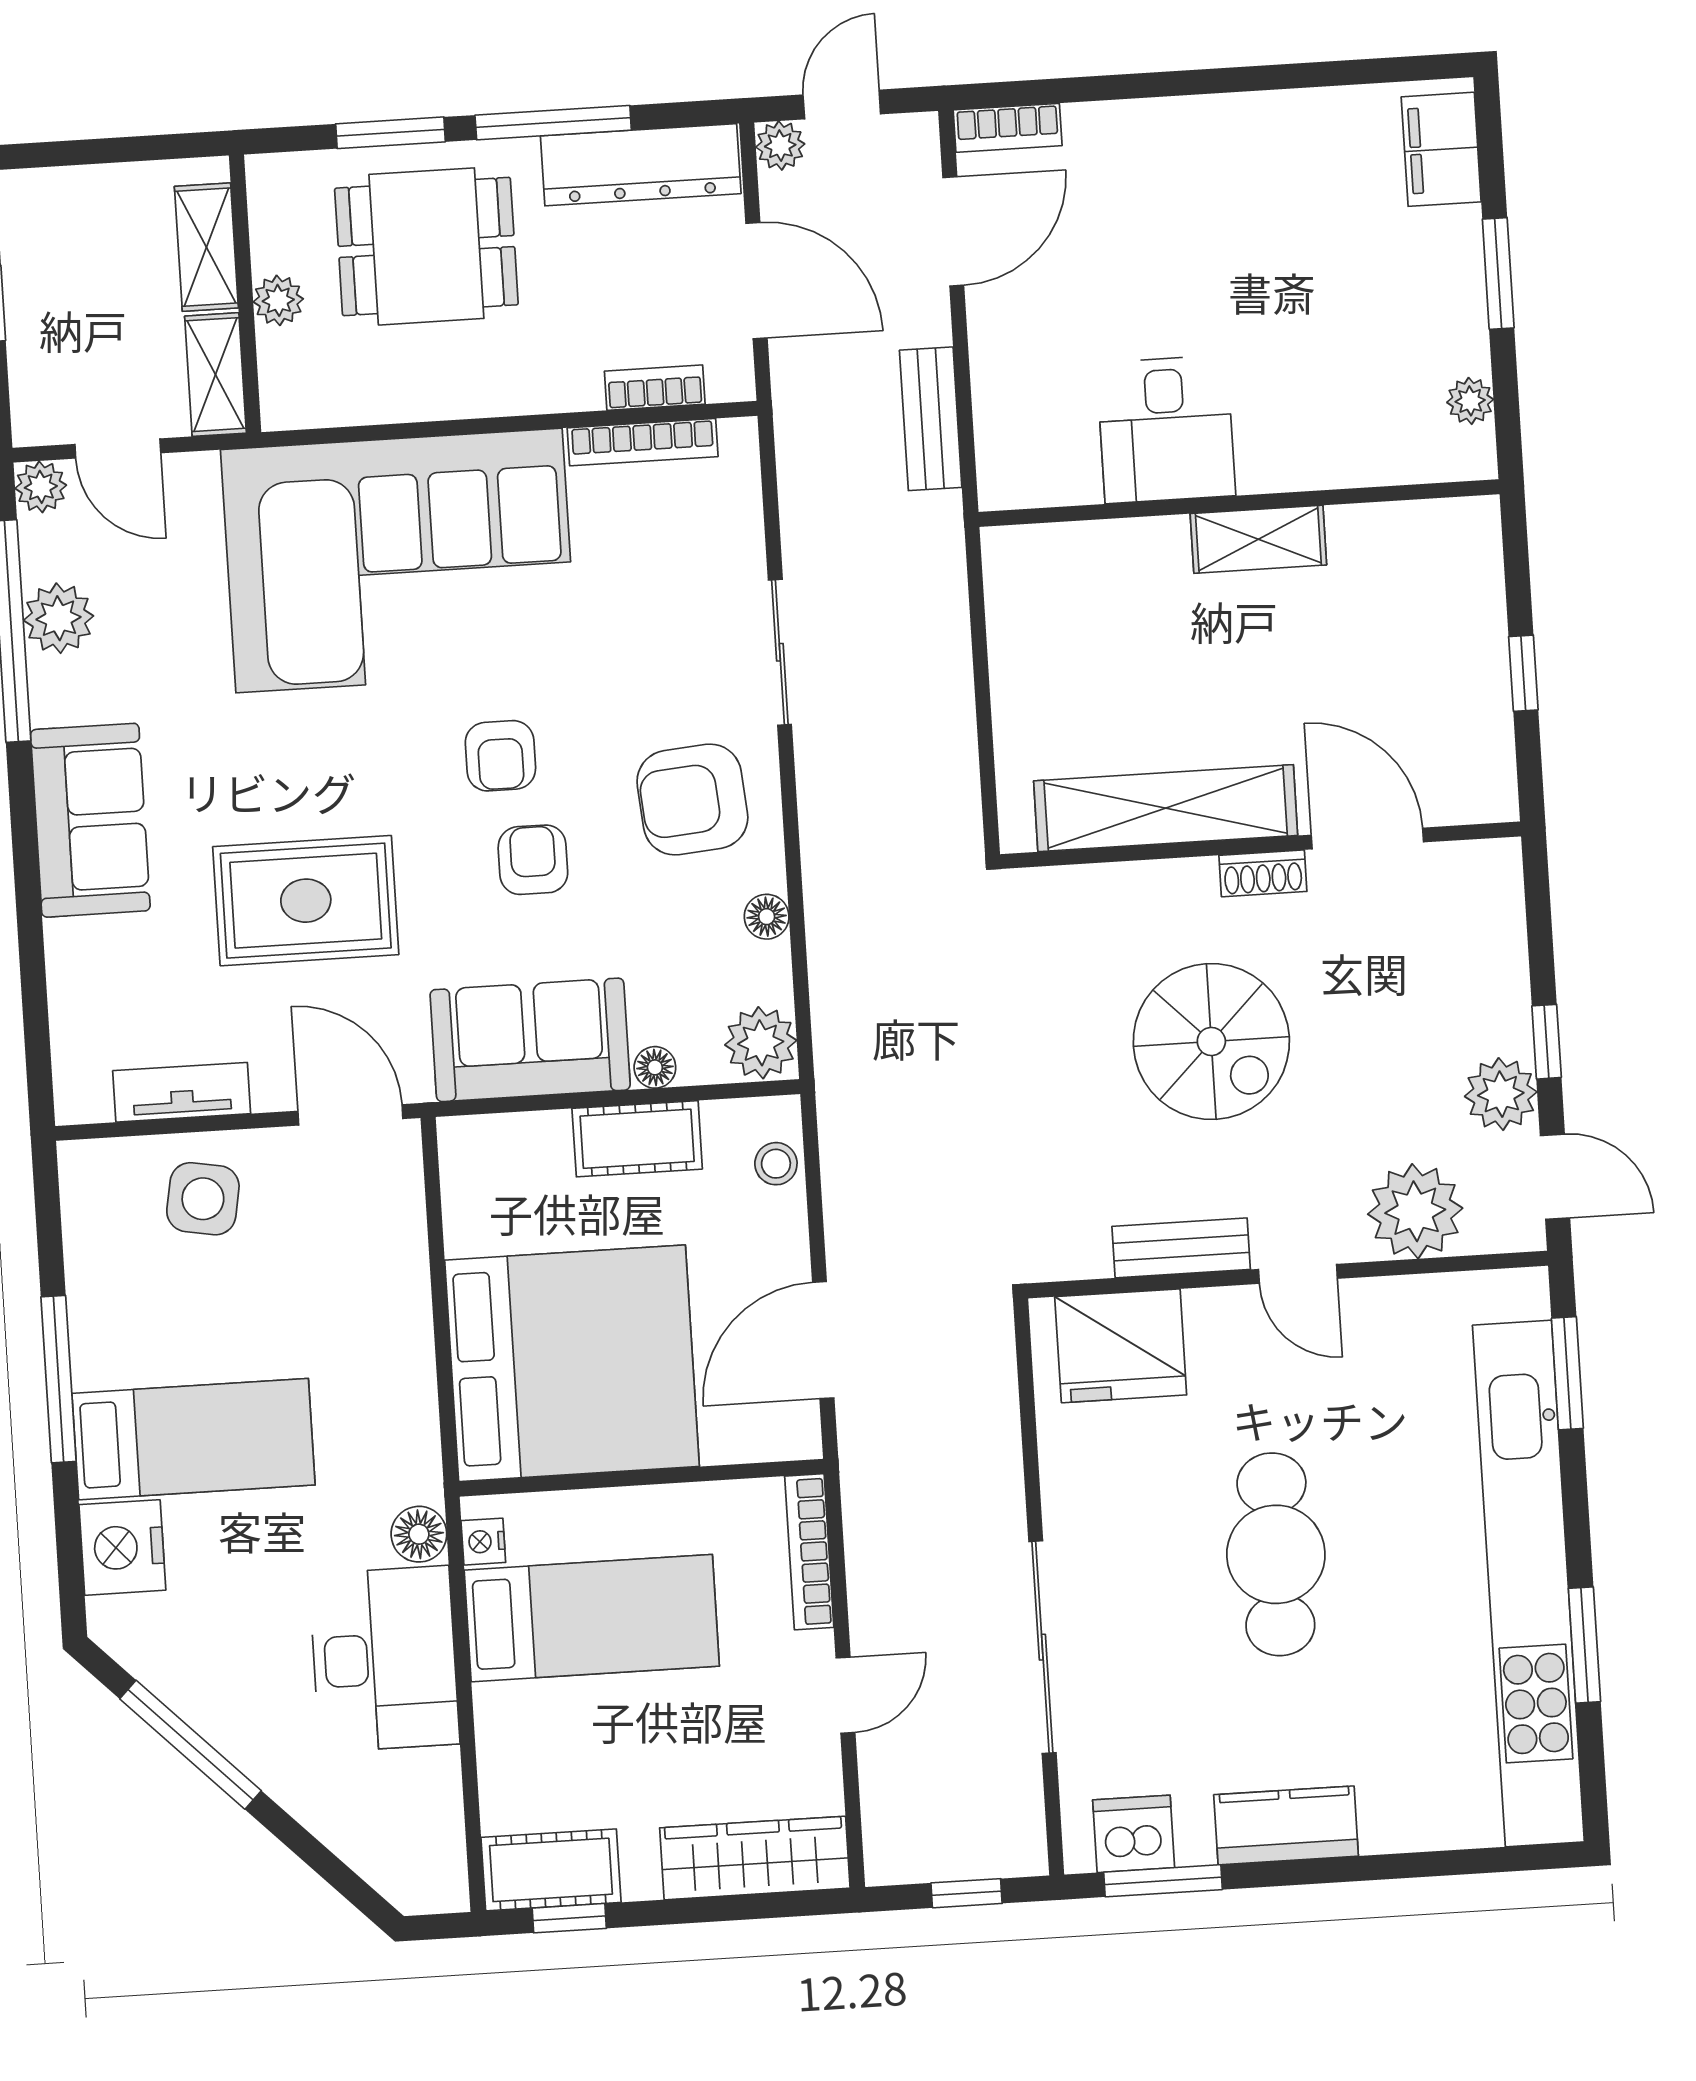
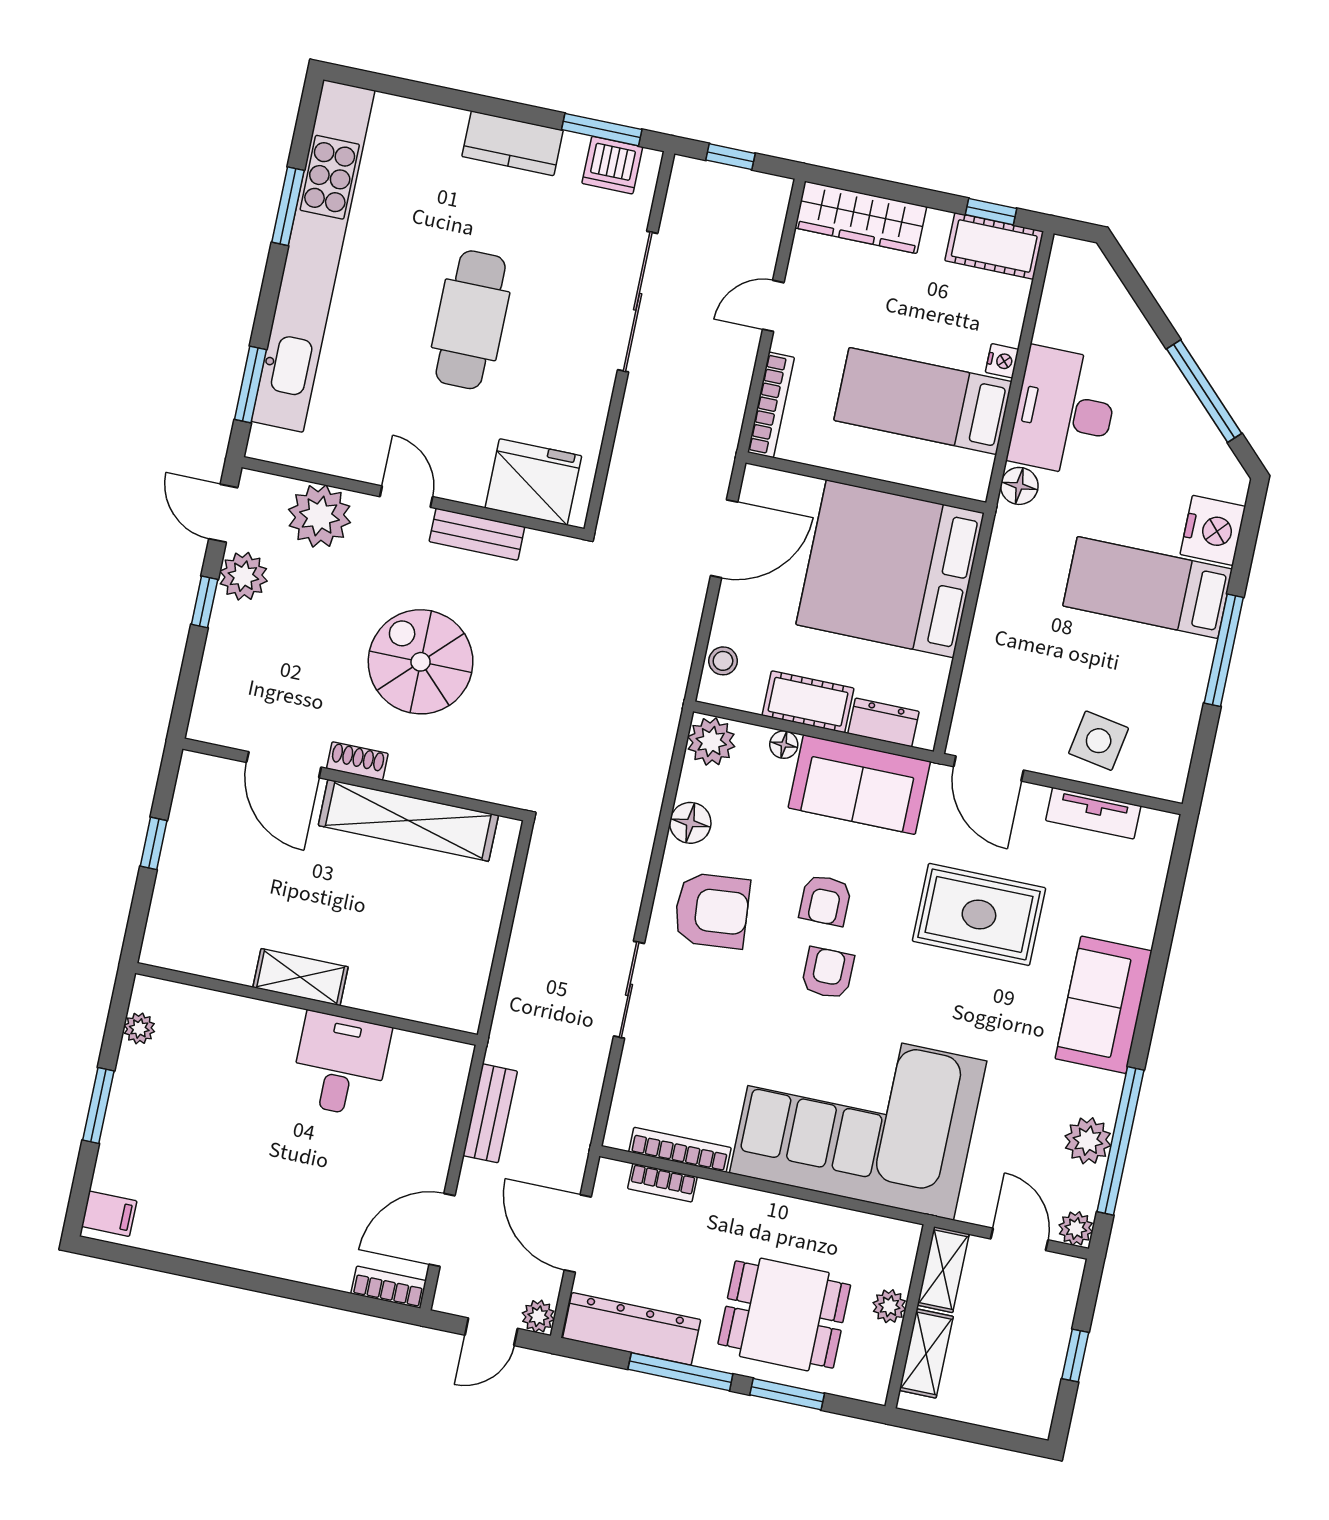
filing cabinet: (1441, 149) -> (109, 1214), width x0.50
floor lamp: (767, 917) -> (690, 823), width x1.37, depth x1.37
dresser: (520, 1139) -> (884, 722), added
nightstand: (483, 1542) -> (1002, 361), moved

